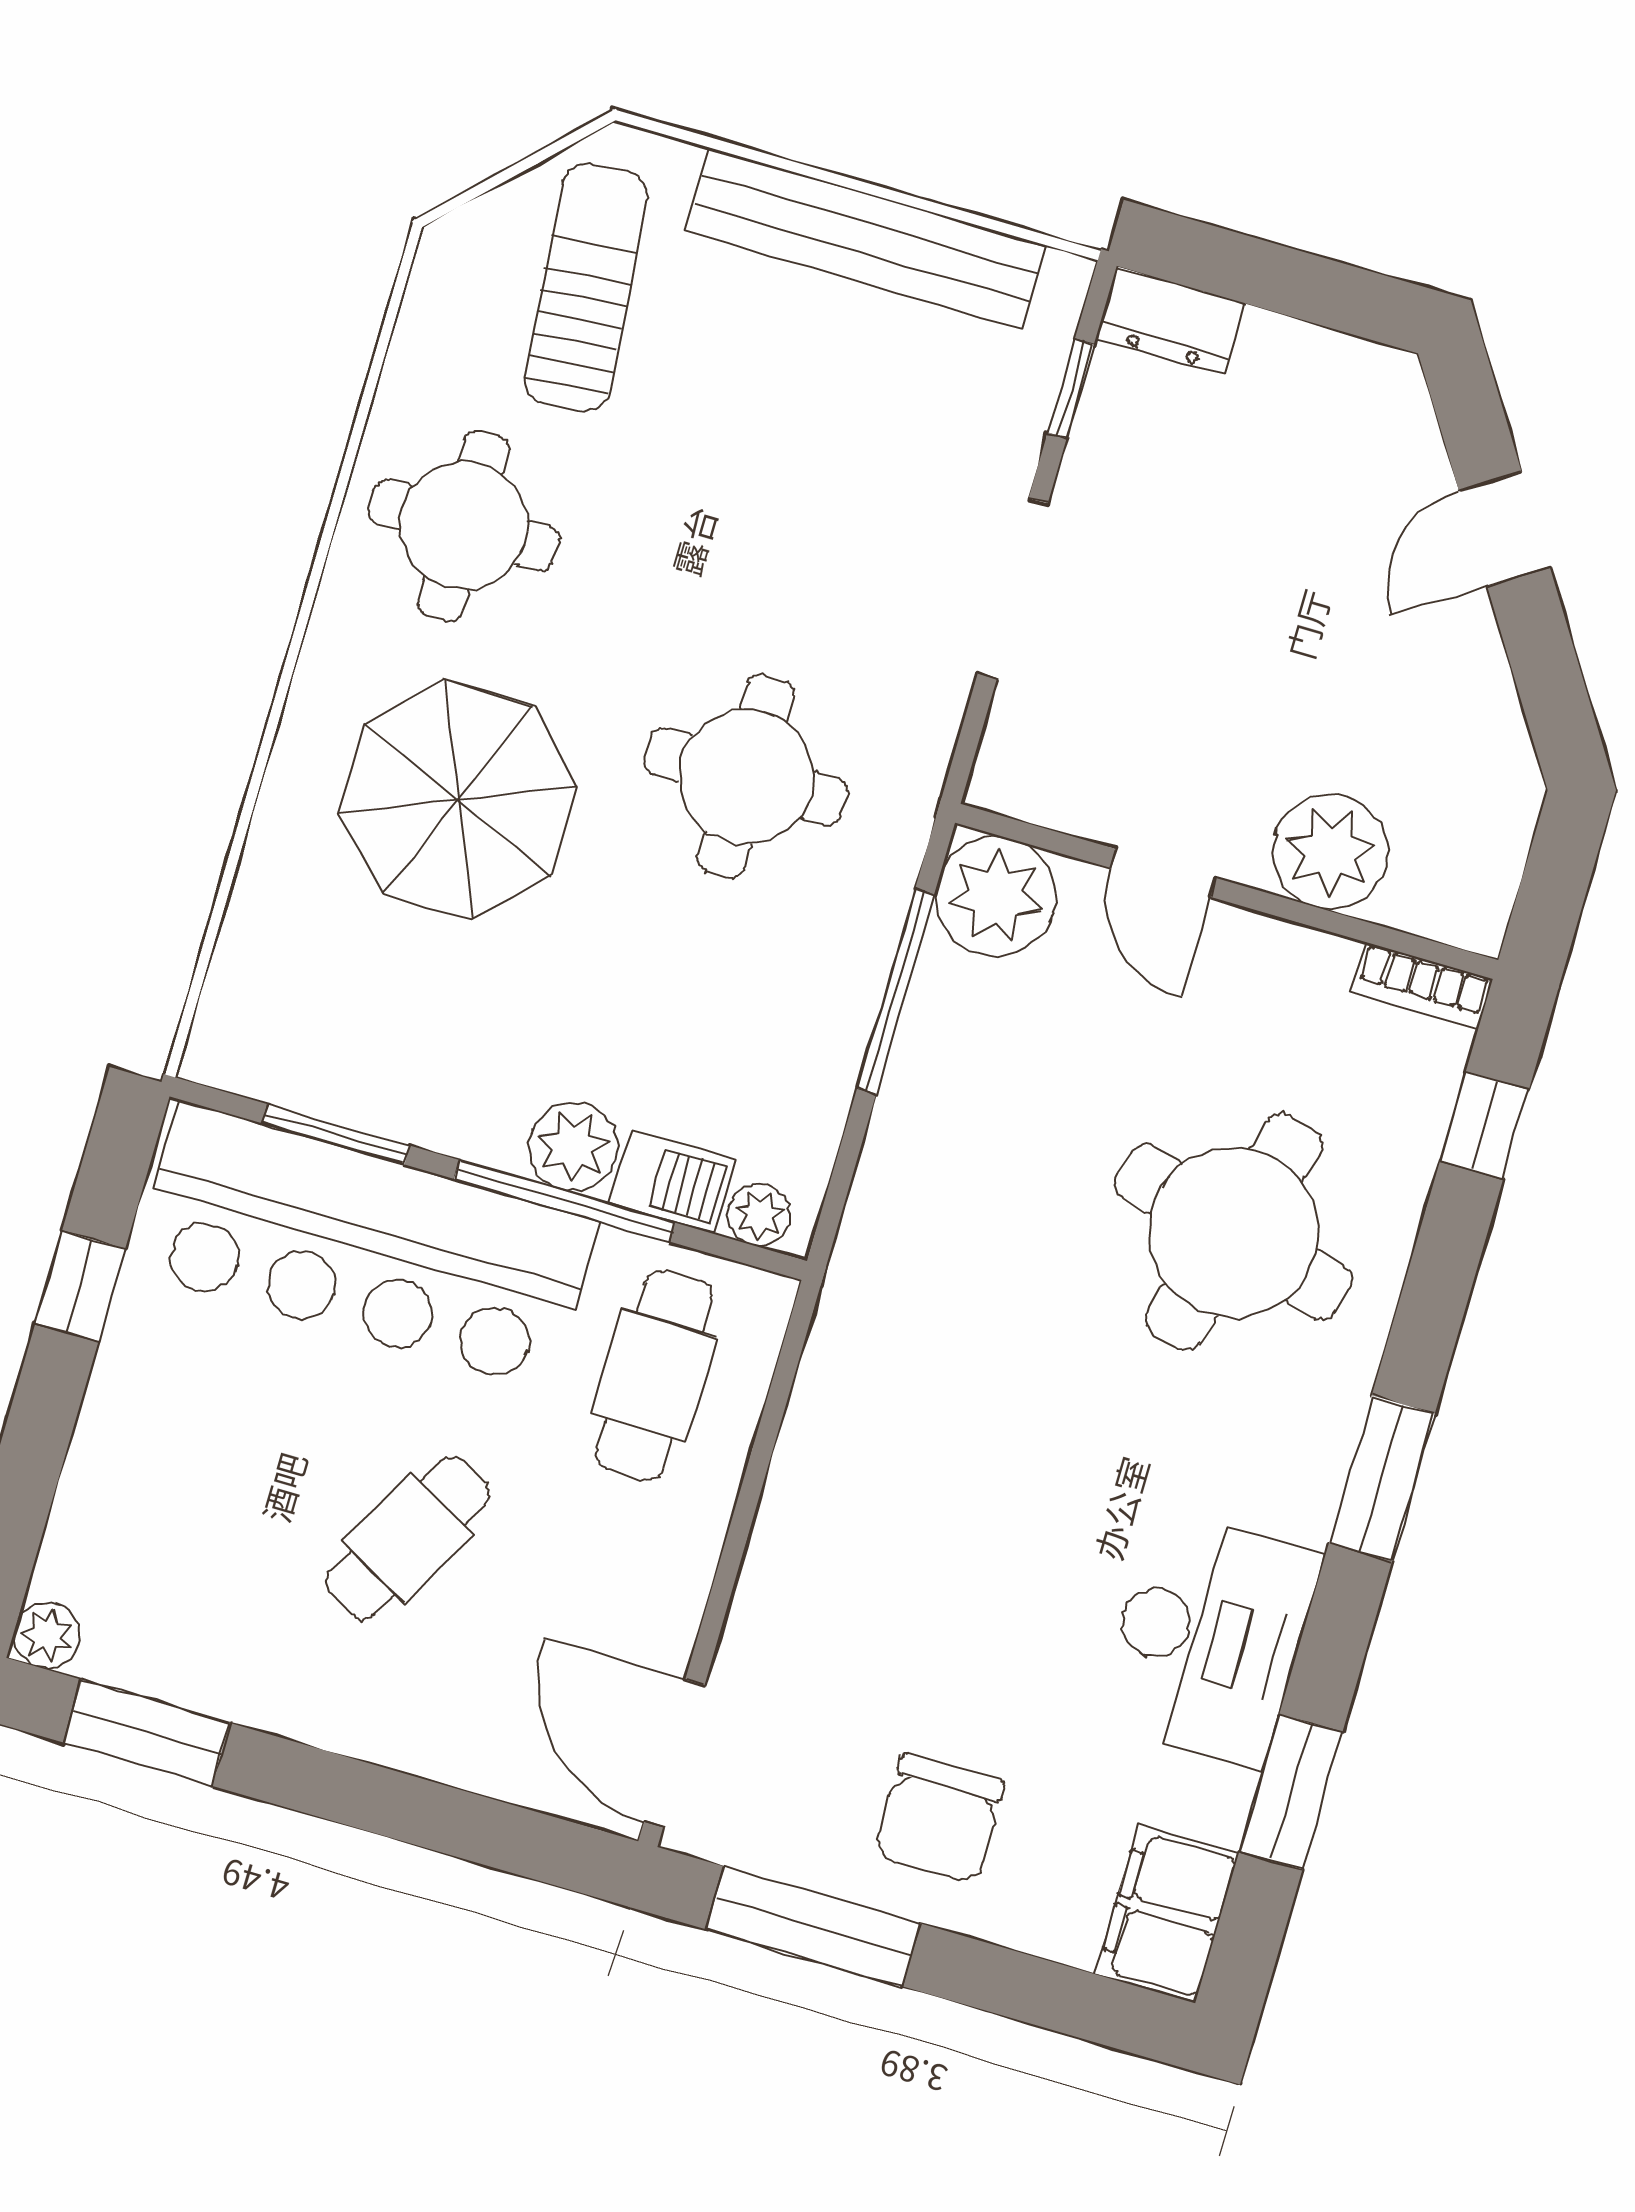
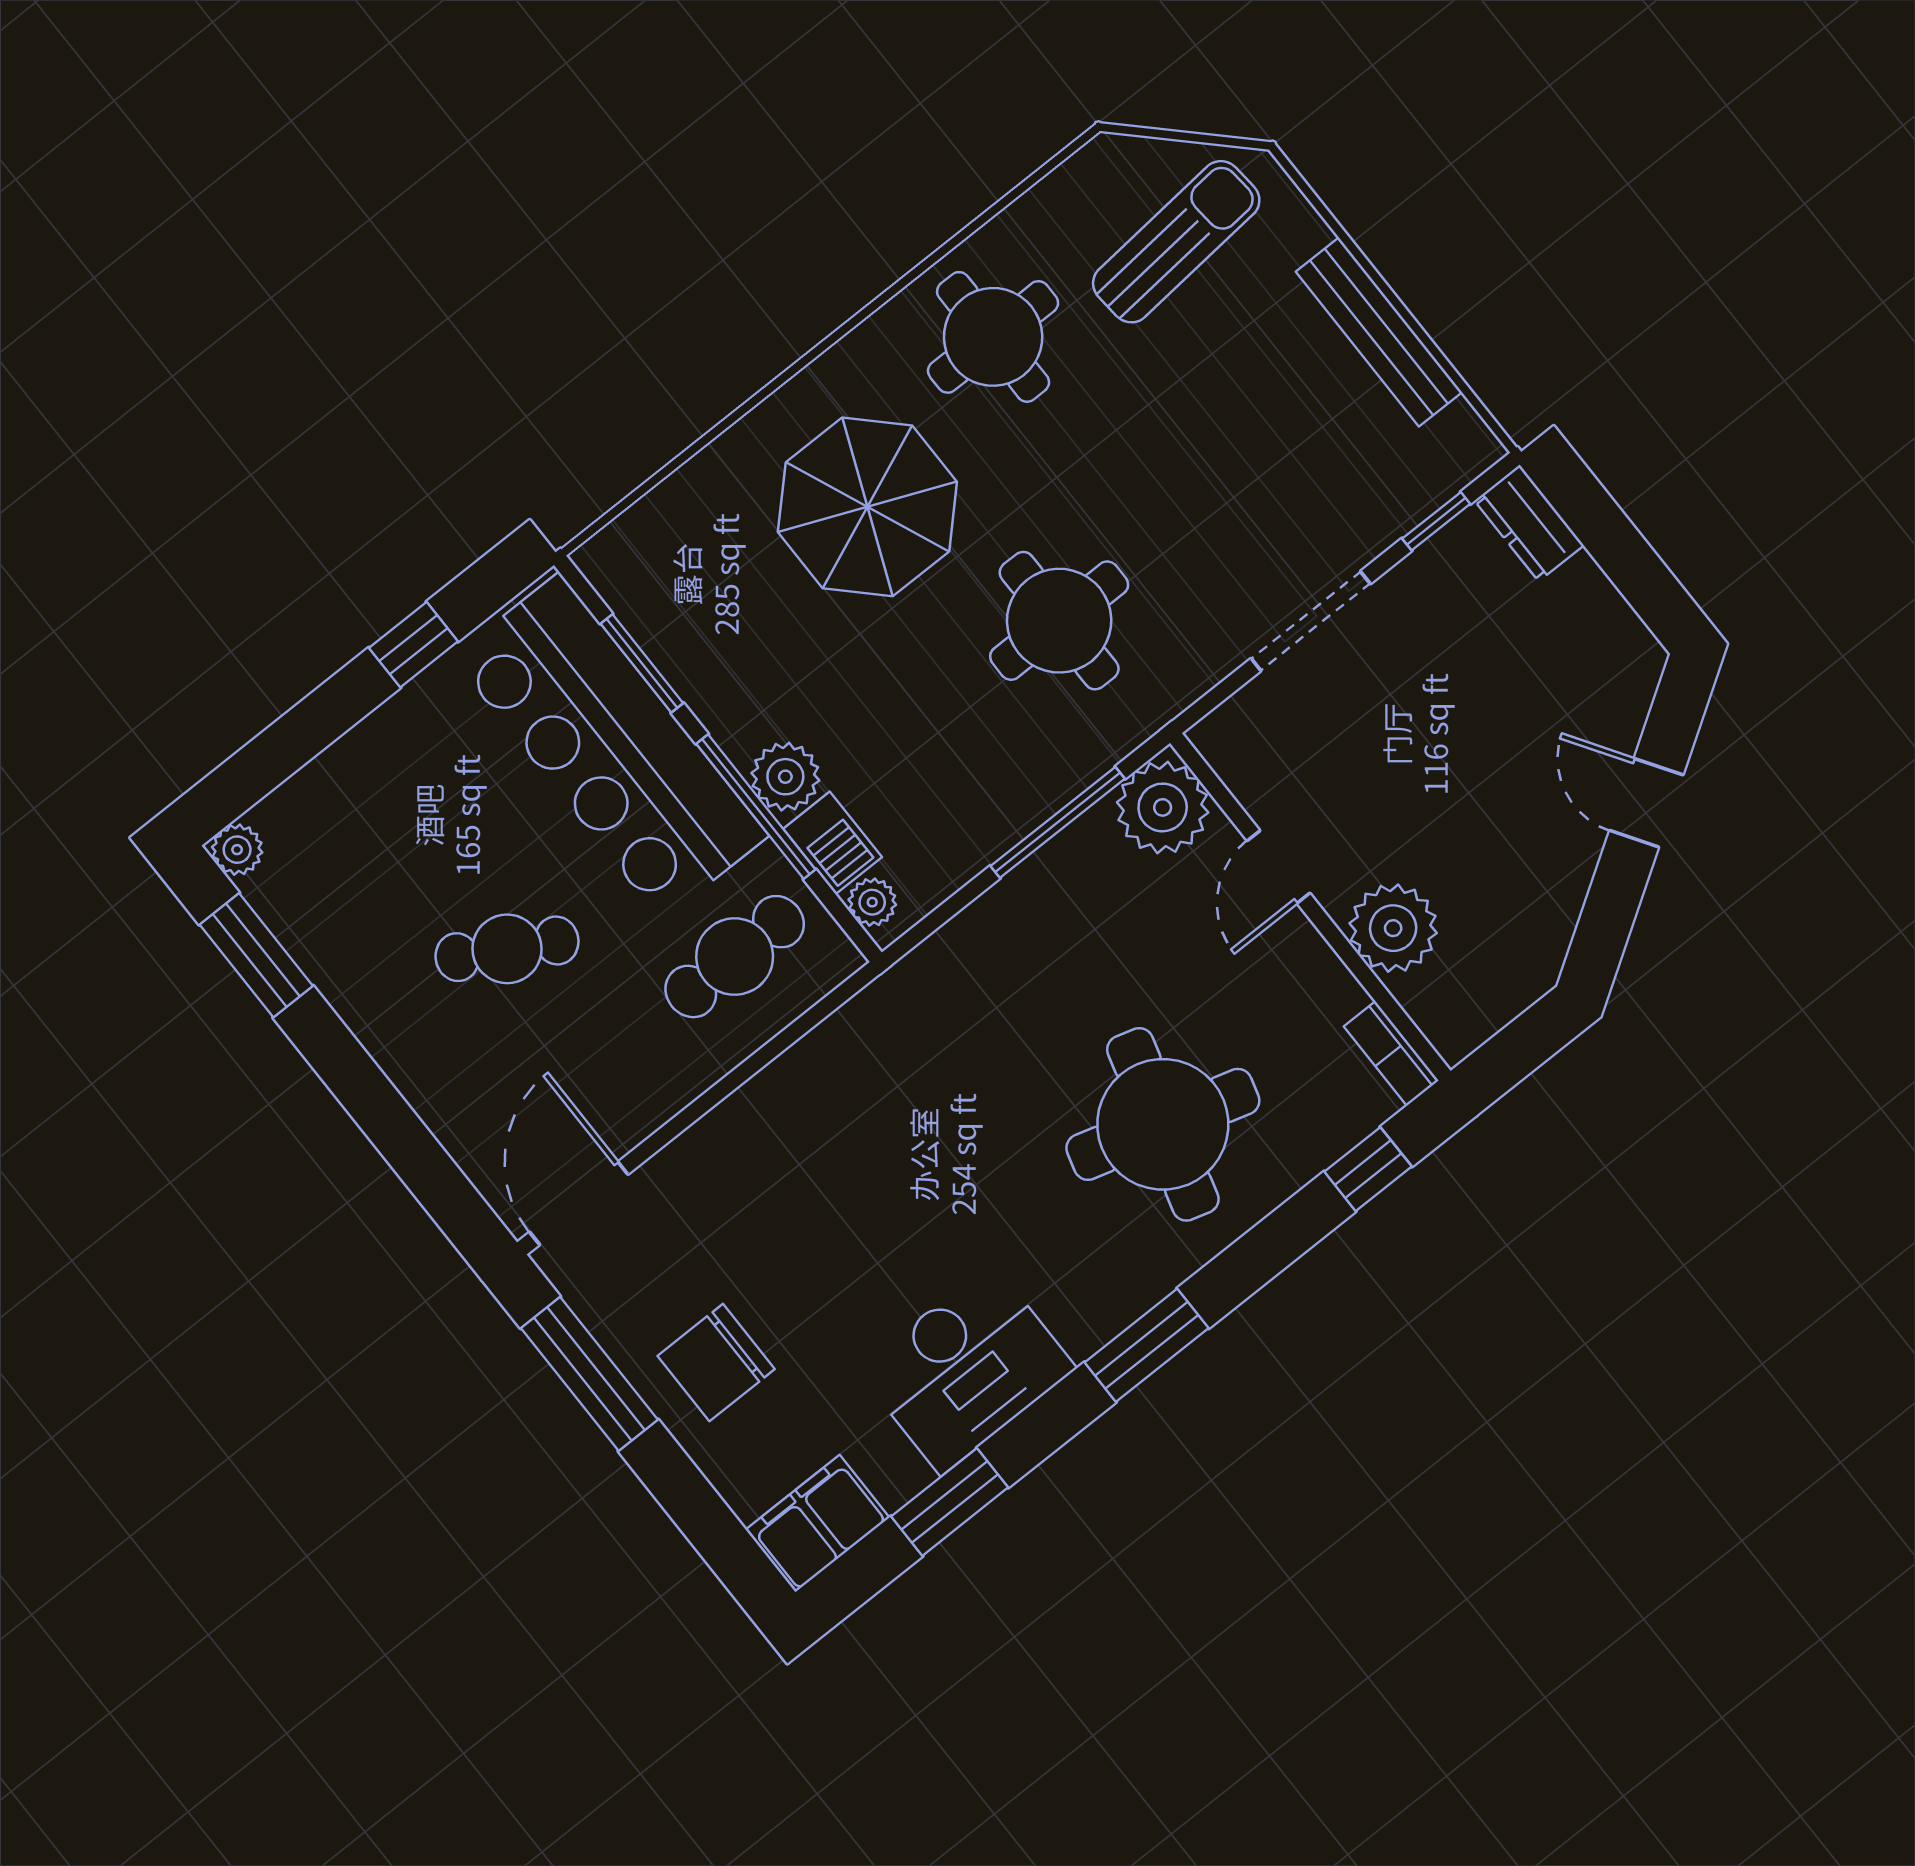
bench: (866, 238) -> (1379, 332), width x0.73, depth x0.82
door: (1504, 529) -> (1646, 803), hinge flipped

